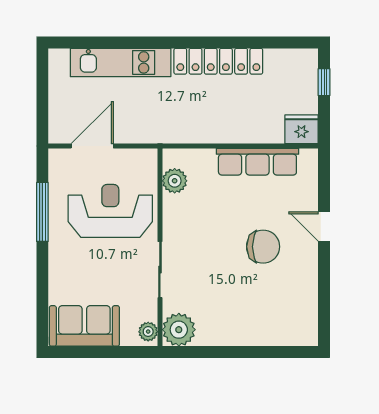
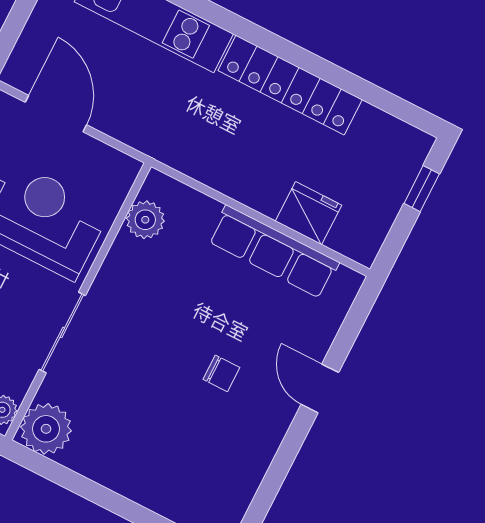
fridge: (301, 129) -> (308, 213), moved
door: (92, 146) -> (56, 114), hinge flipped
chair: (263, 247) -> (221, 373), width x0.54, depth x0.54

